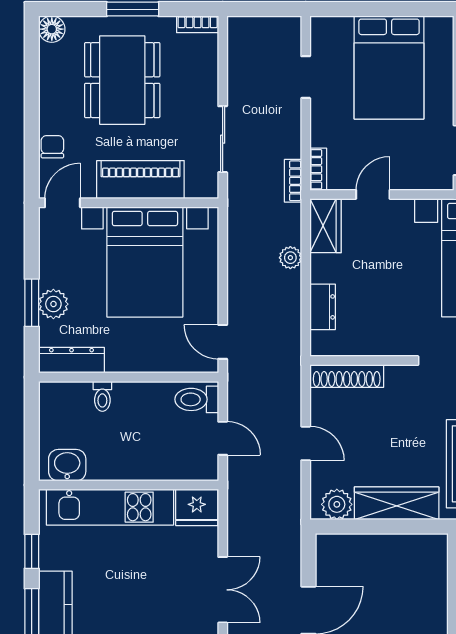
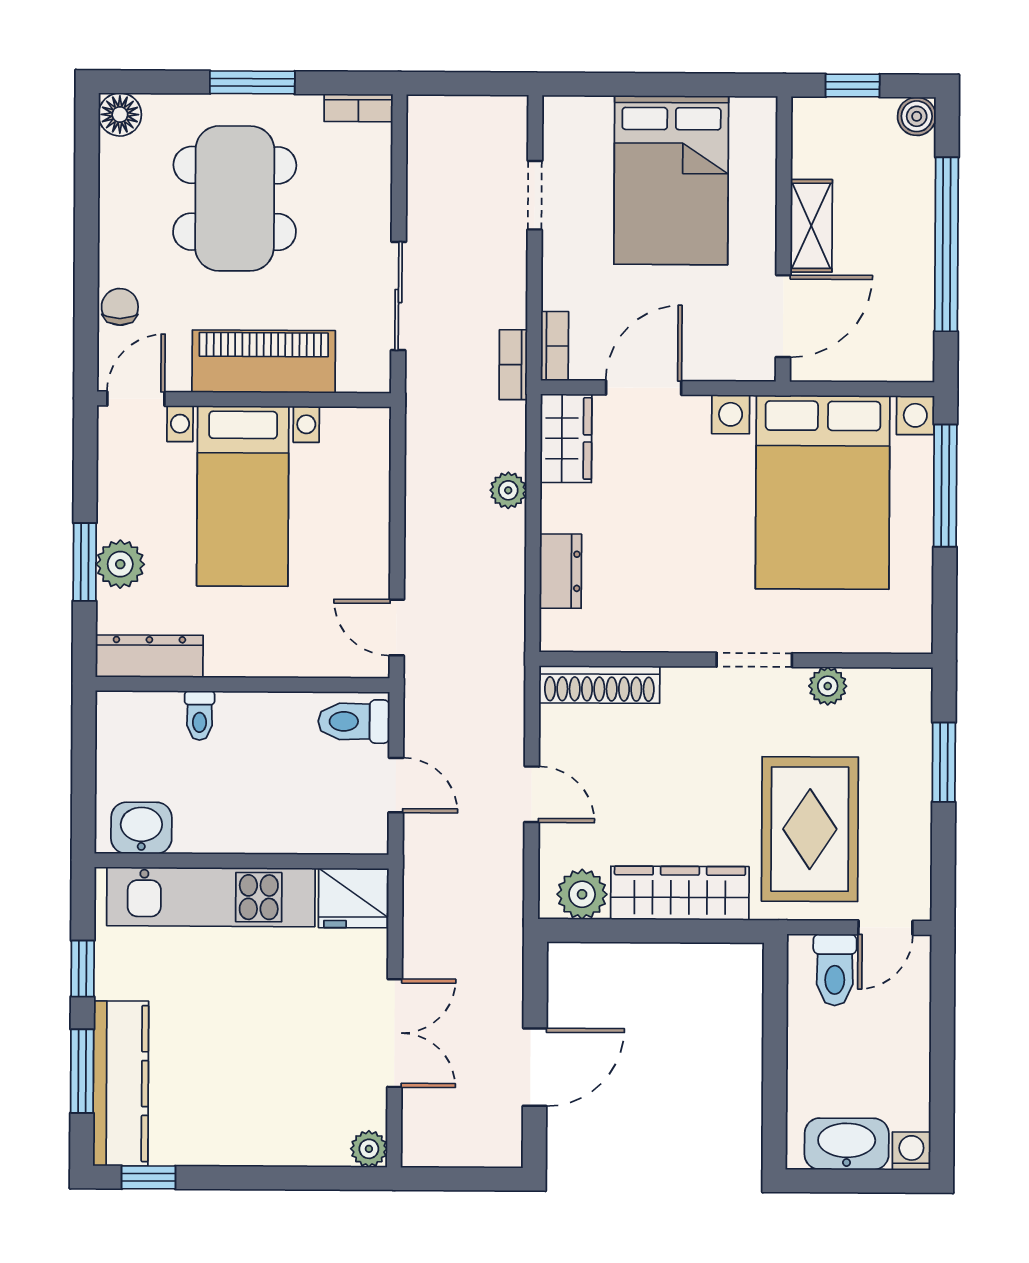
door: (373, 194) -> (644, 388), width x1.38
bed with nightstands: (145, 262) -> (243, 496), width x0.73

